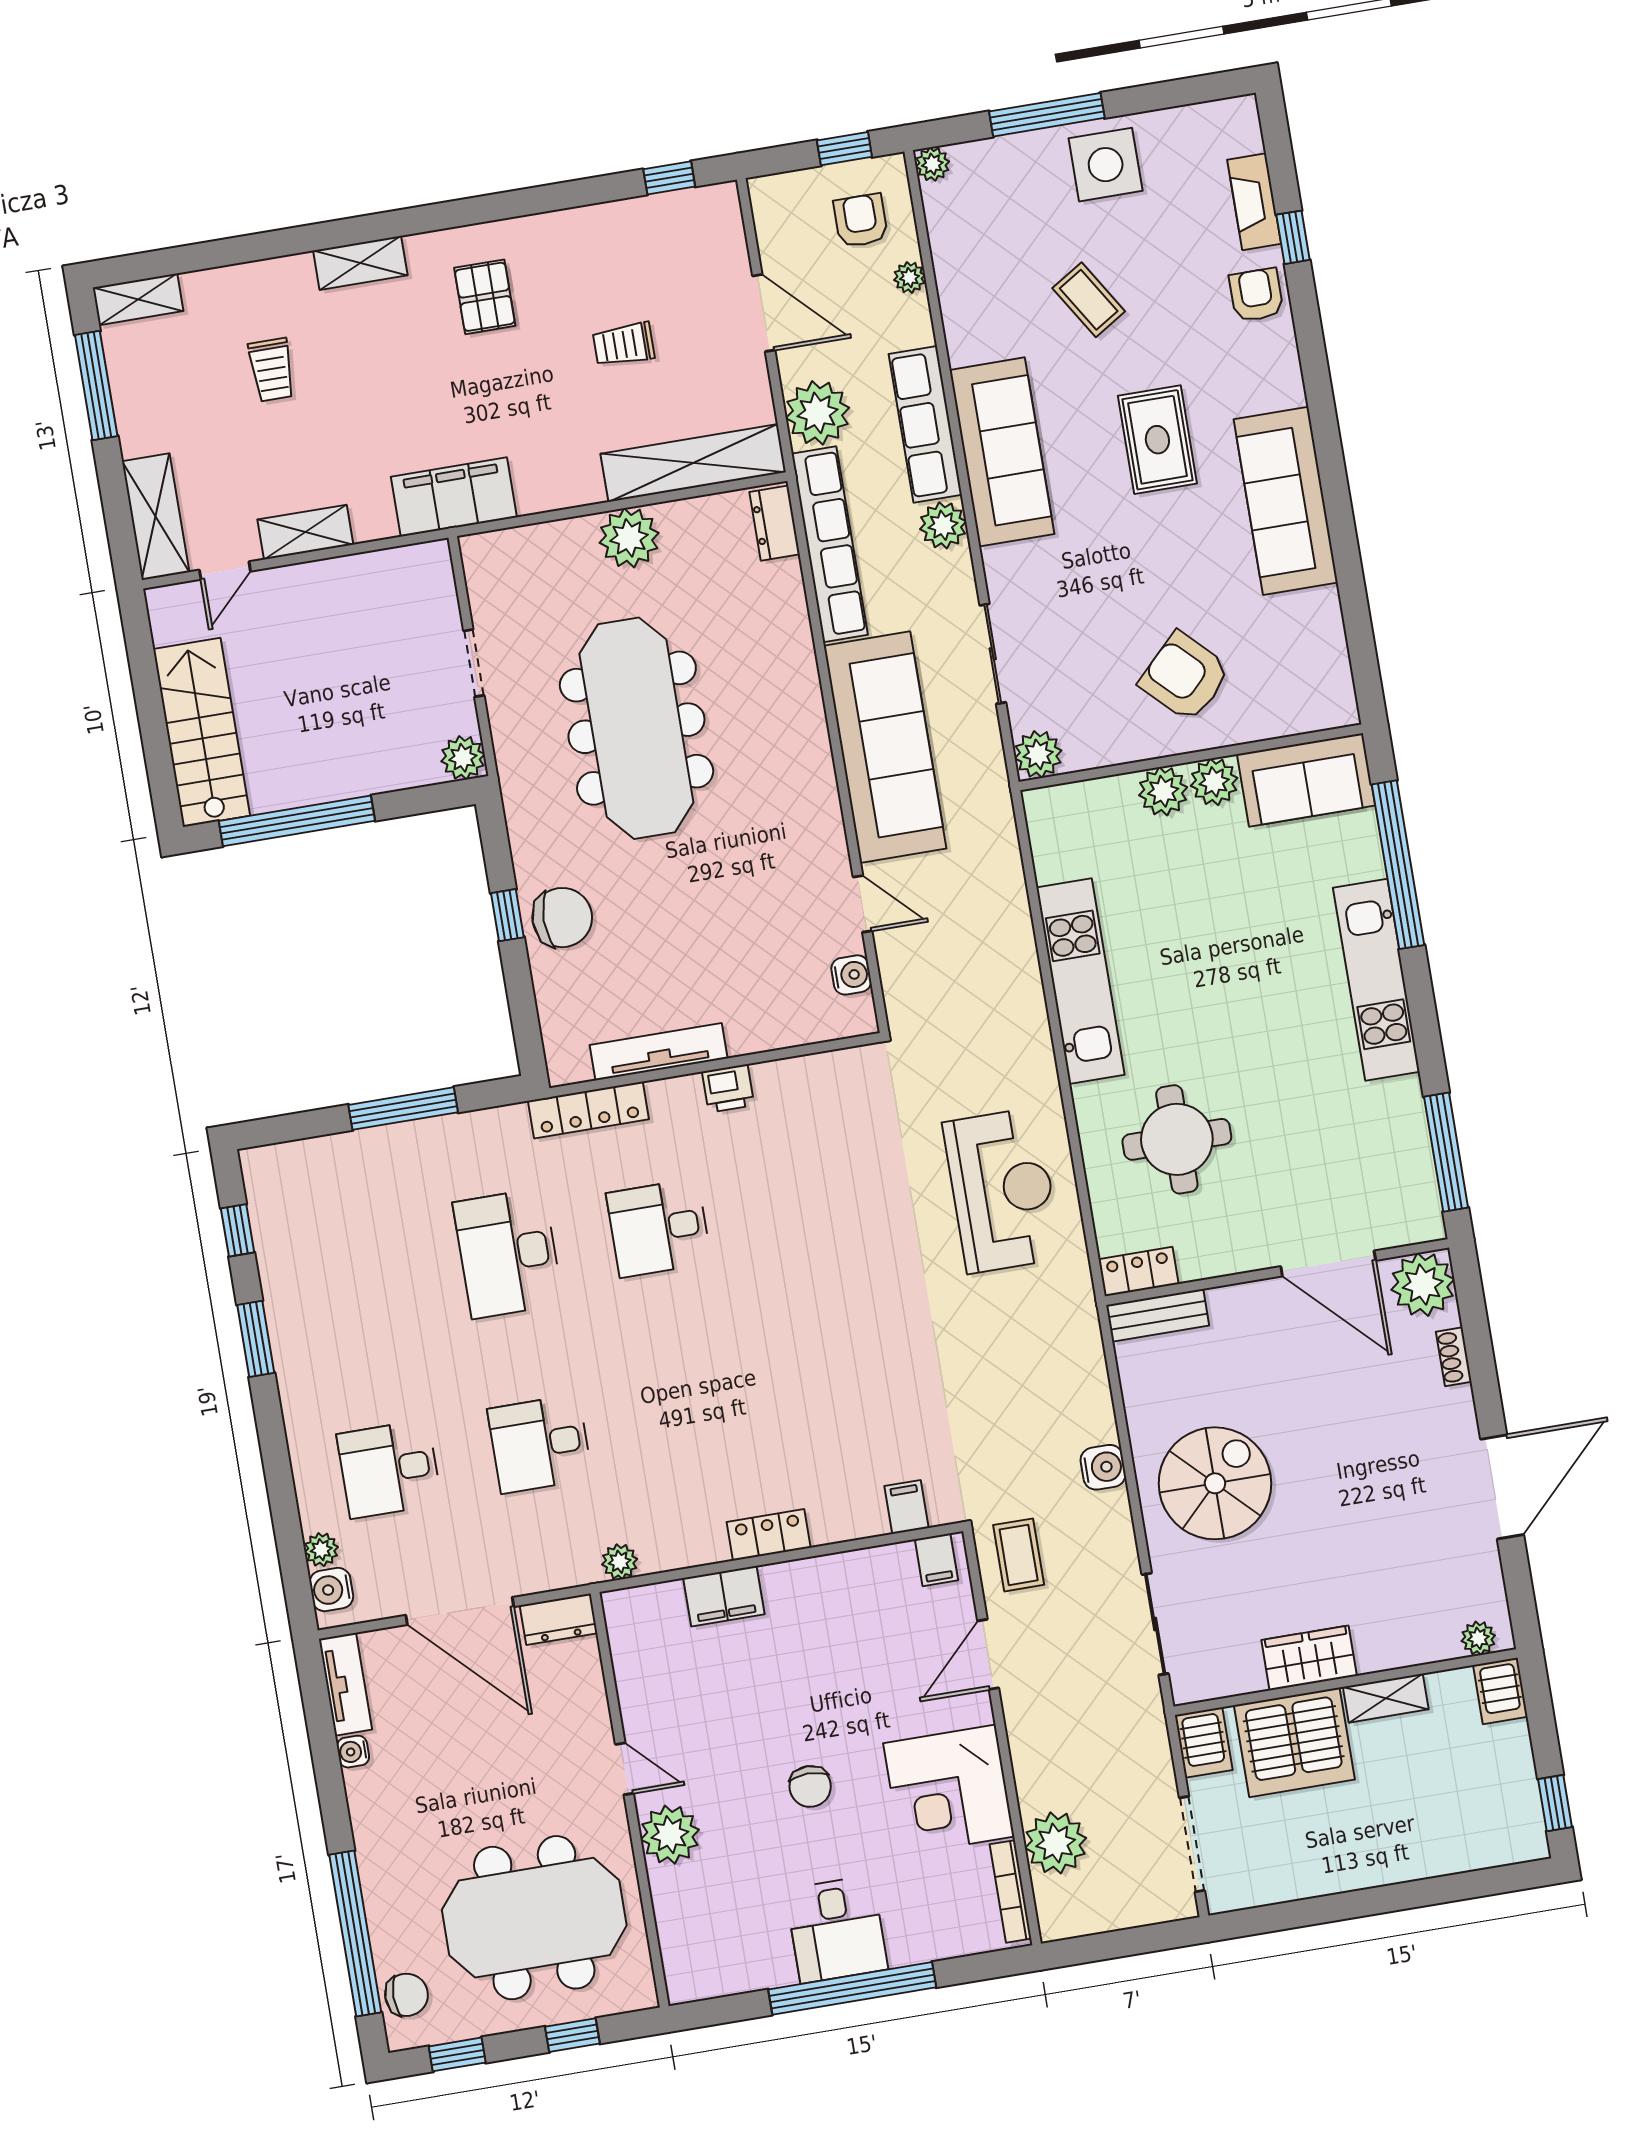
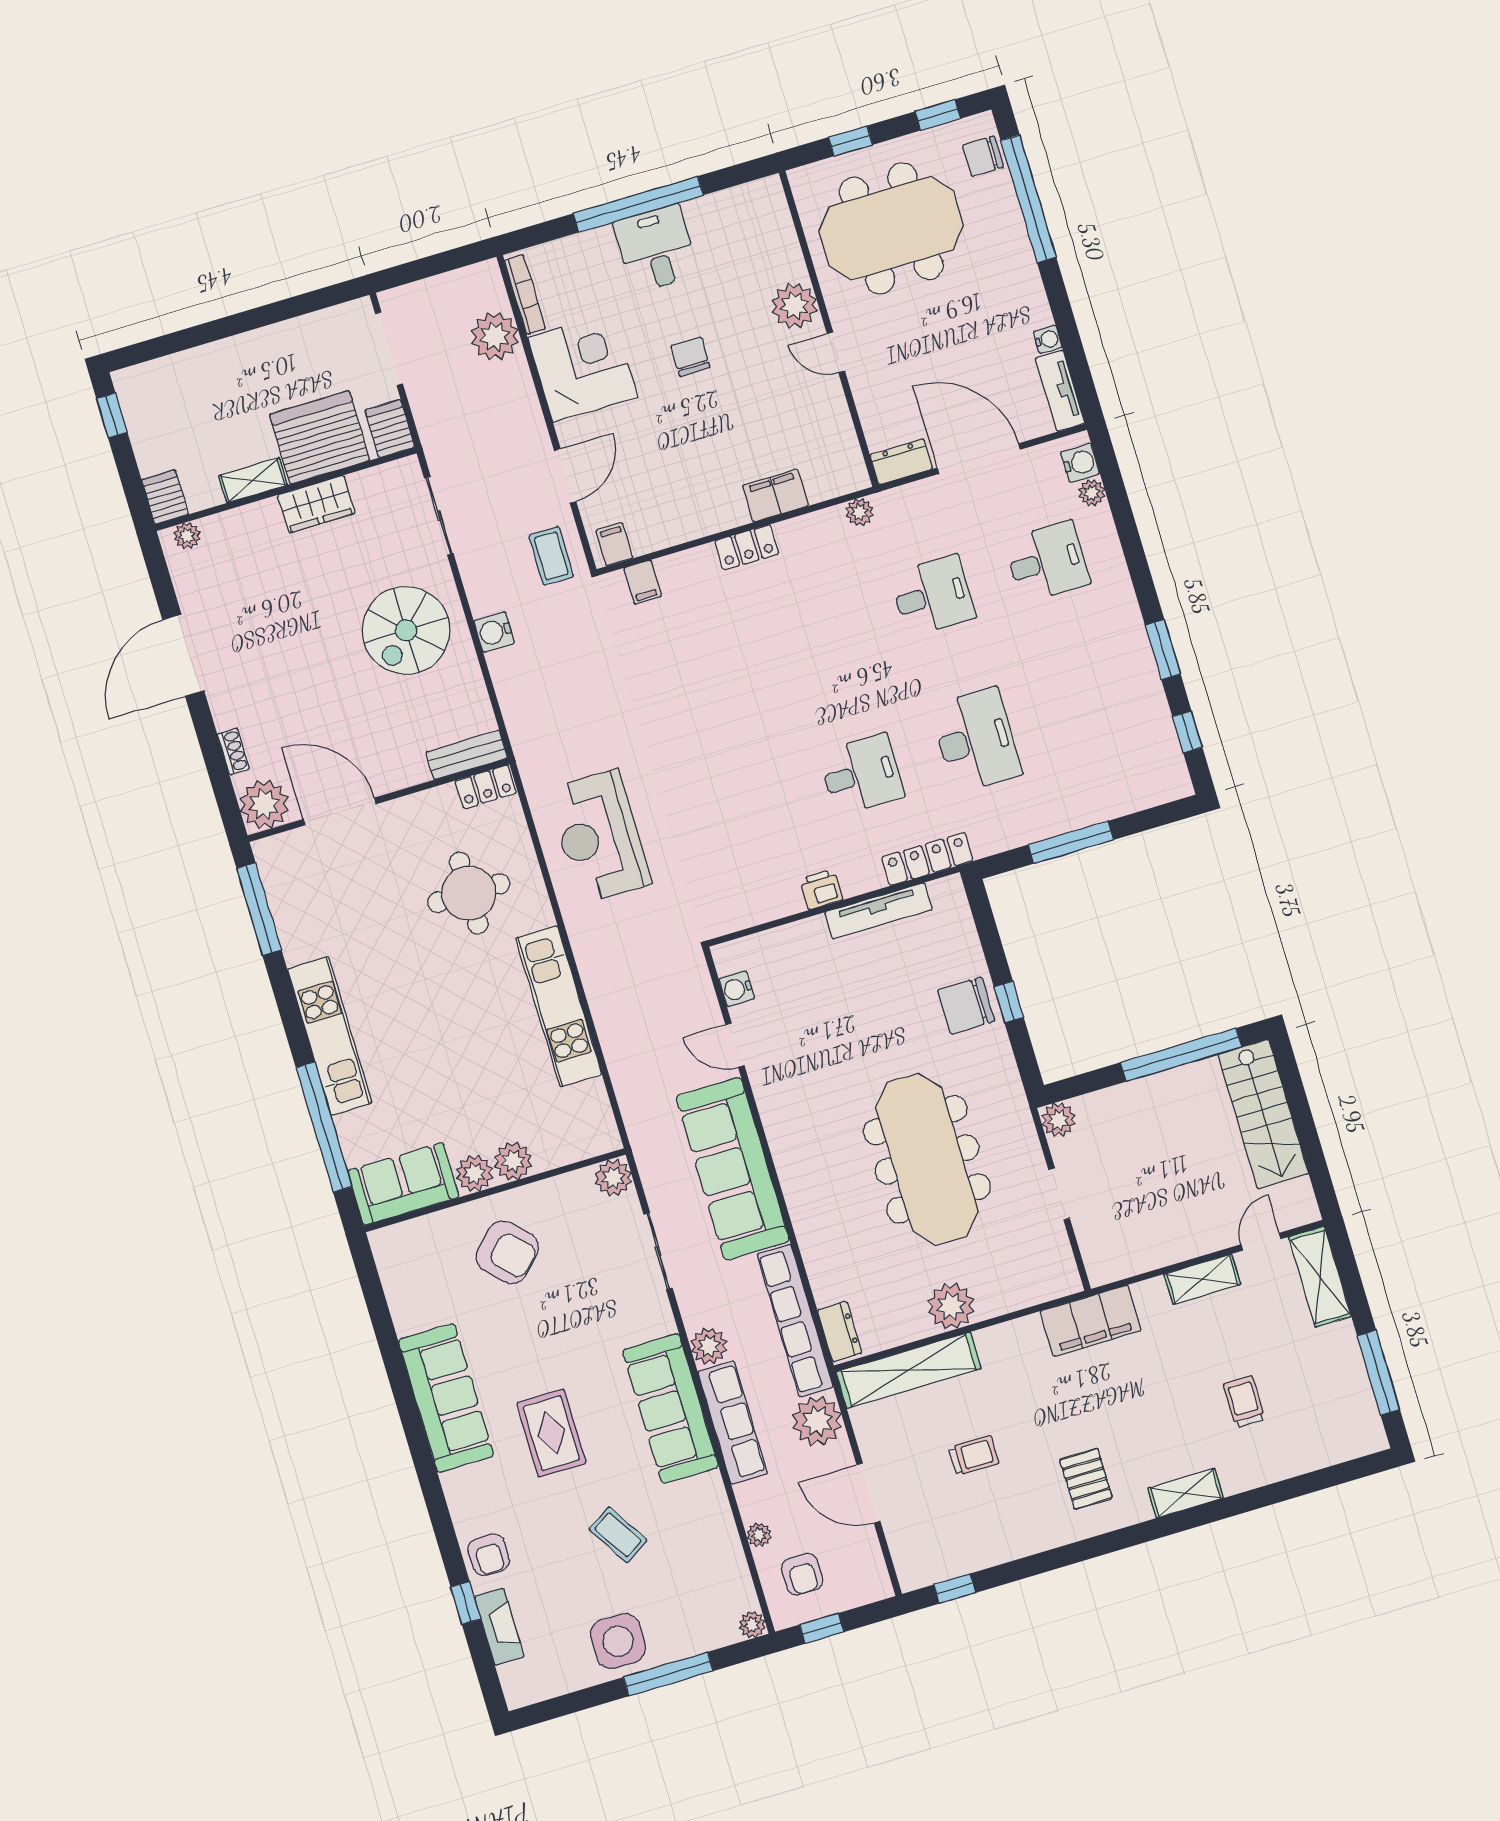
shelving: (138, 299) -> (1354, 1443), removed

